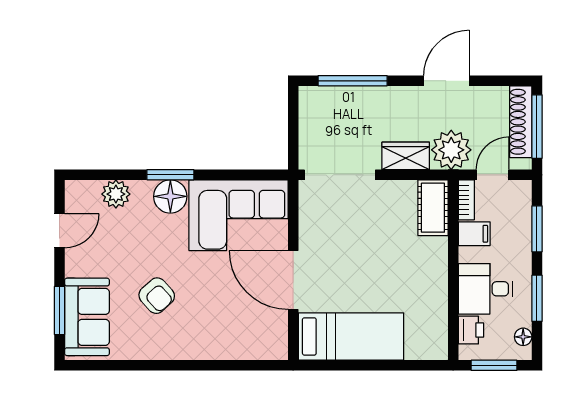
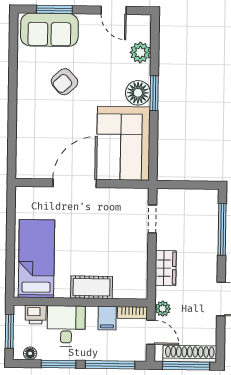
plant: (451, 150) -> (163, 309), width x0.53, depth x0.53
doorway: (340, 175) -> (152, 219), width x0.53
cot: (433, 208) -> (92, 287), moved
window: (537, 229) -> (110, 365), width x1.44
bed: (351, 336) -> (36, 259), moved, turned 180

